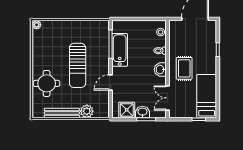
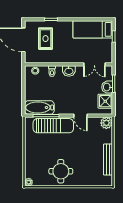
bathtub: (120, 50) -> (39, 107), moved
sun lounger: (78, 65) -> (53, 126), moved
rug: (184, 68) -> (46, 39), moved, turned 90
round table: (47, 83) -> (61, 171), moved
plant: (87, 111) -> (106, 123), moved

